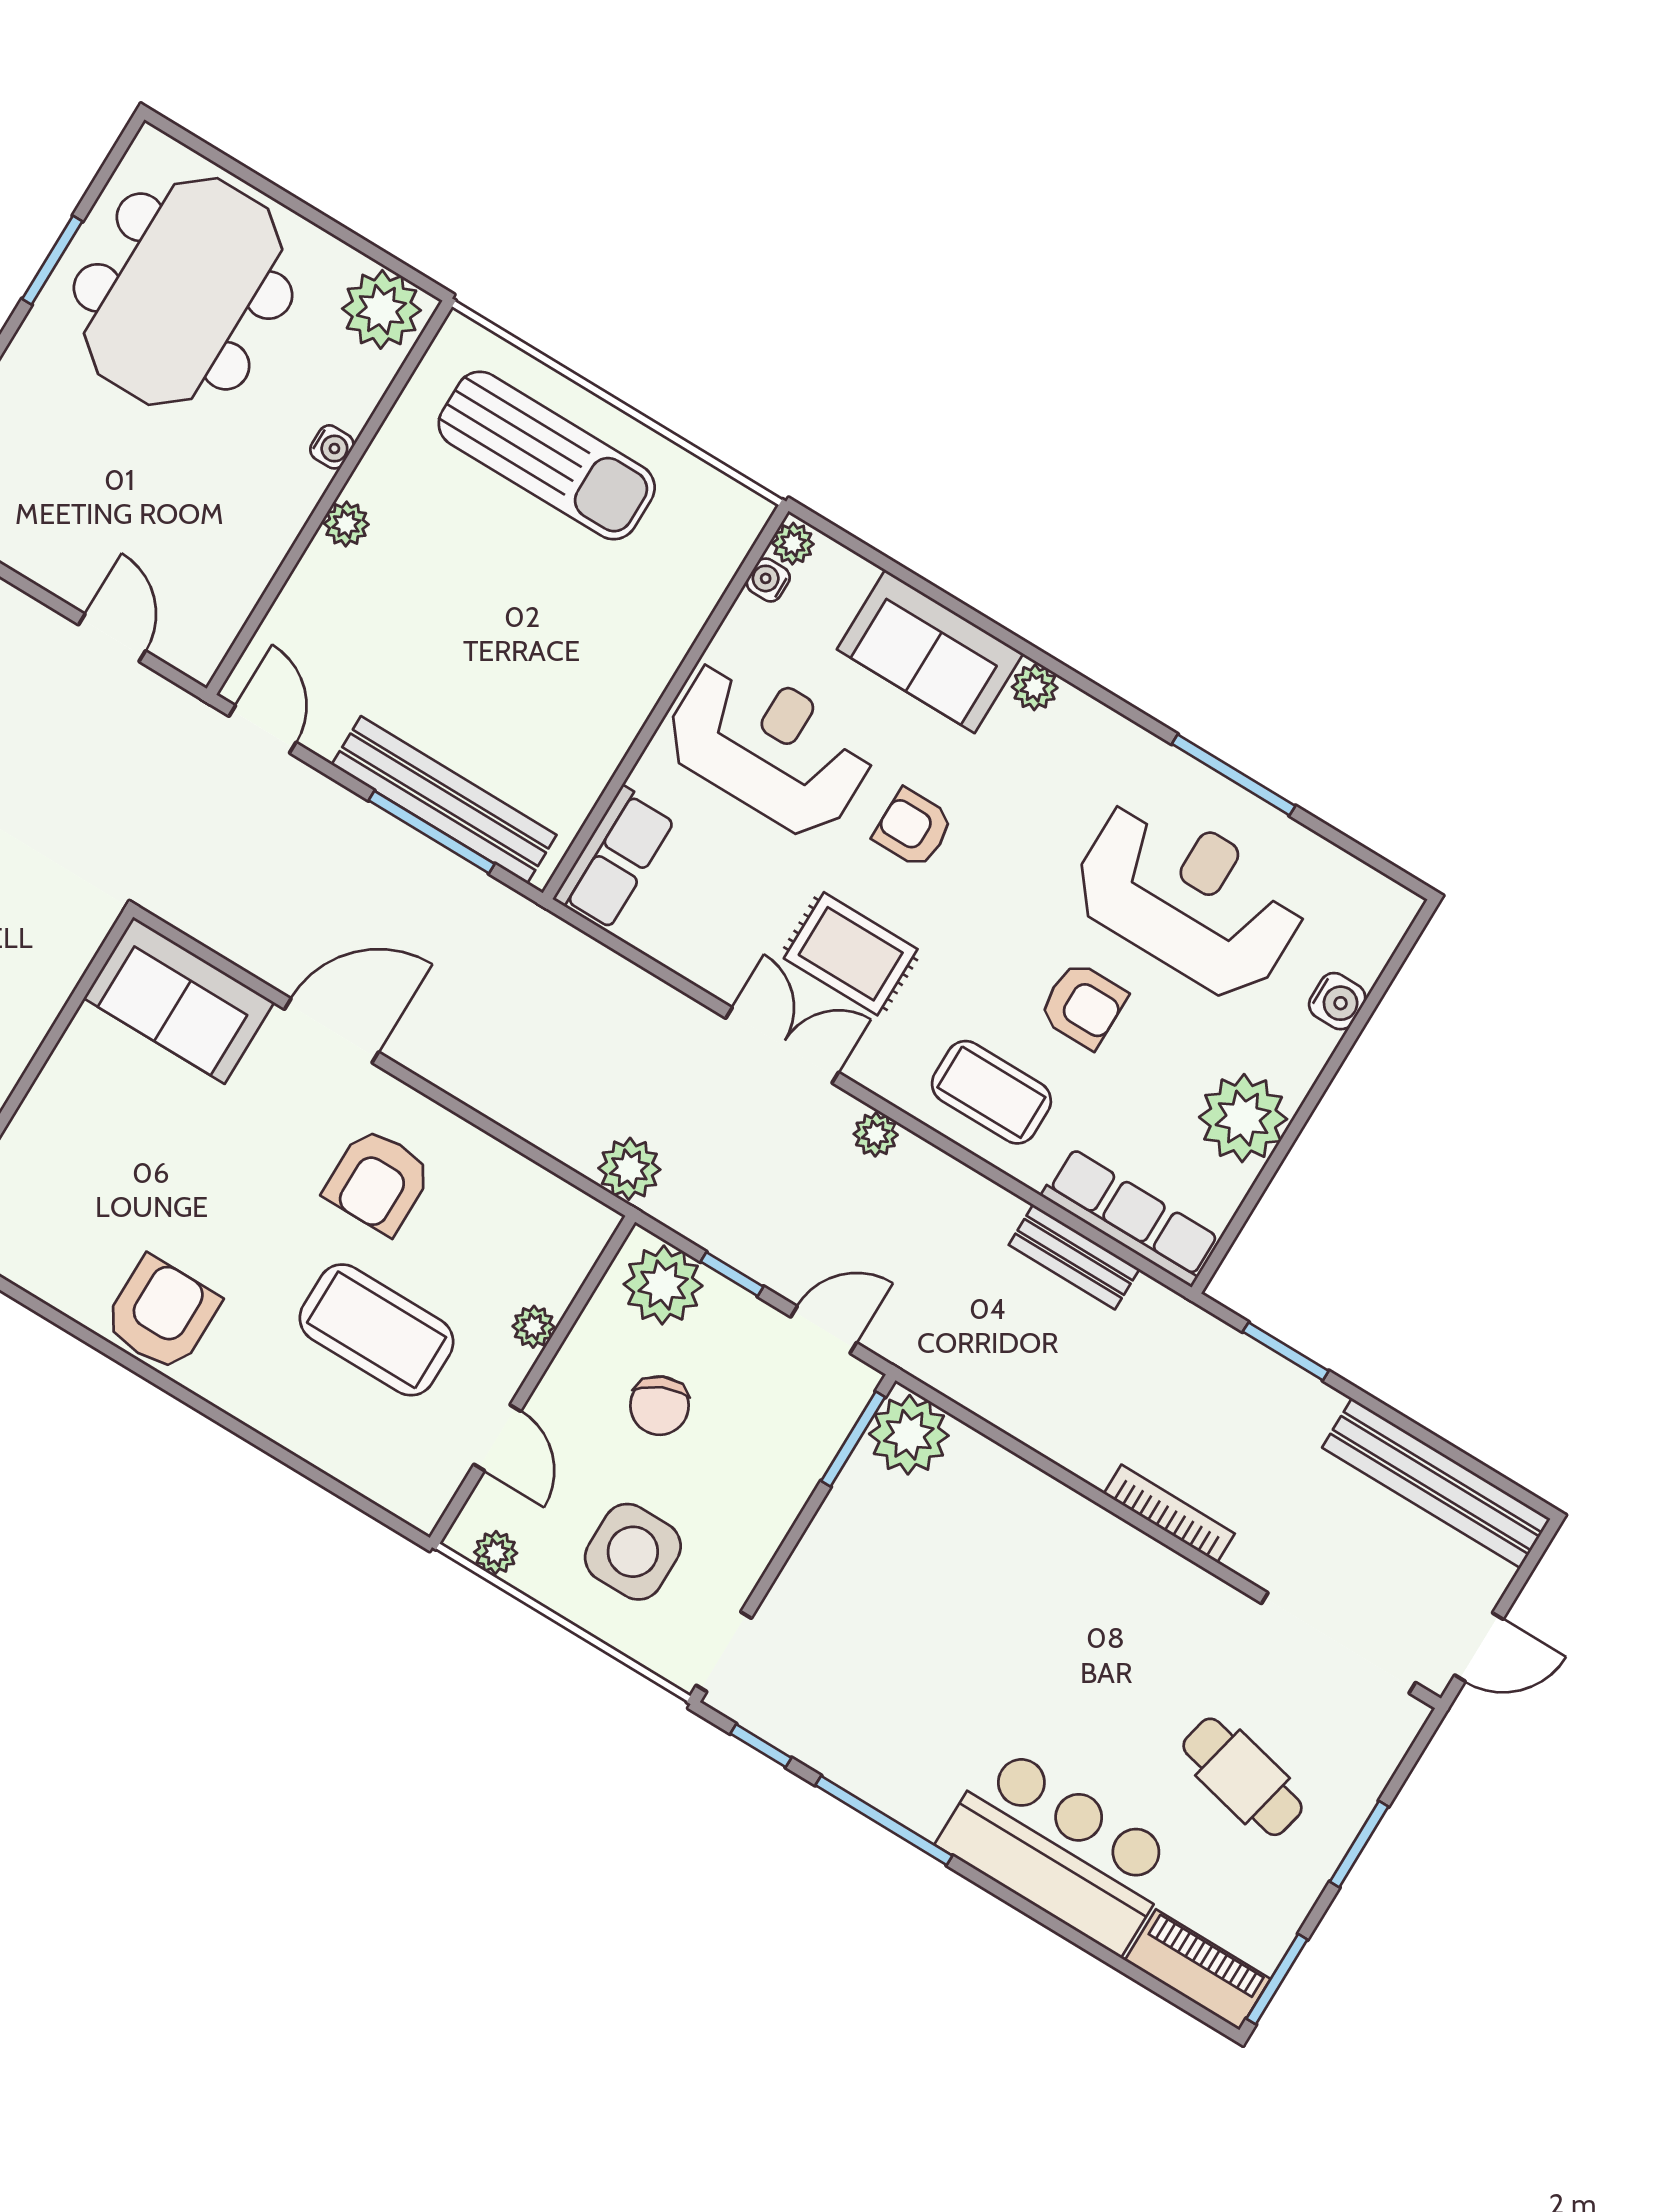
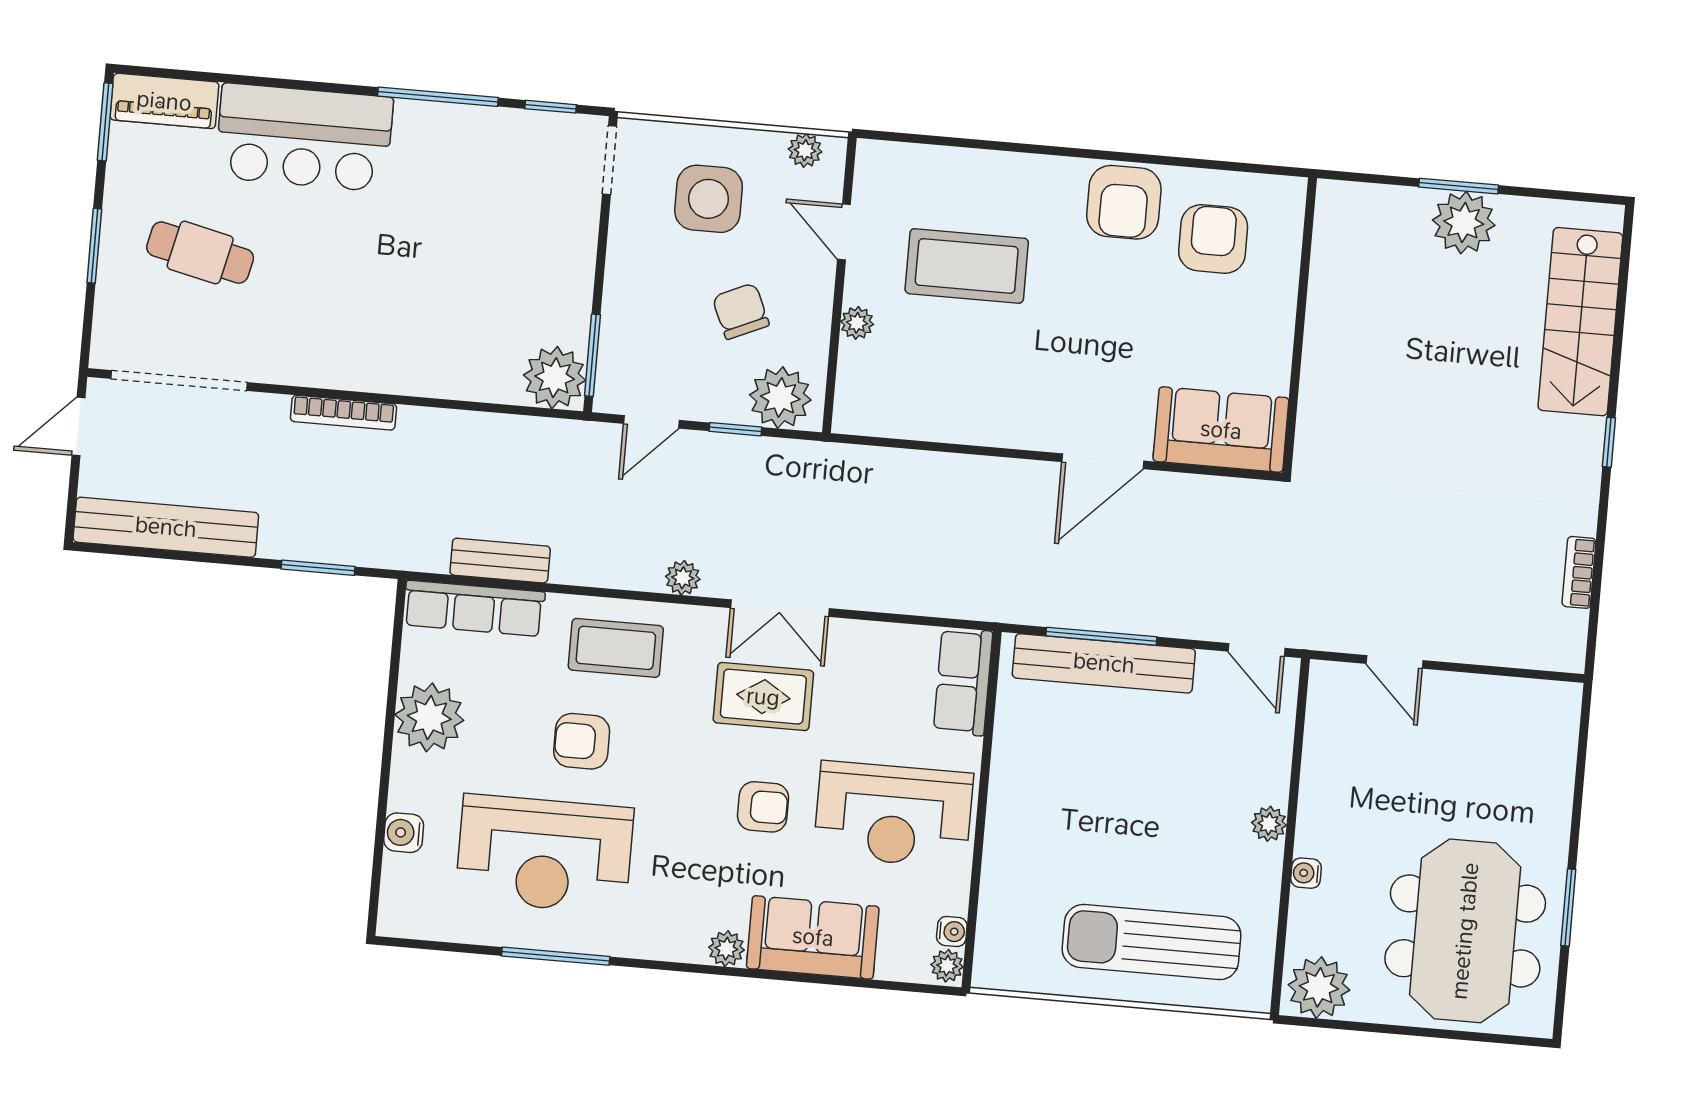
plant: (629, 1169) -> (844, 468), removed
armchair: (378, 1181) -> (1213, 239), moved

